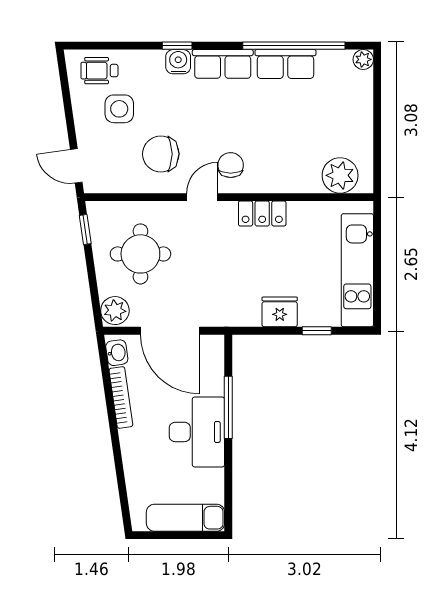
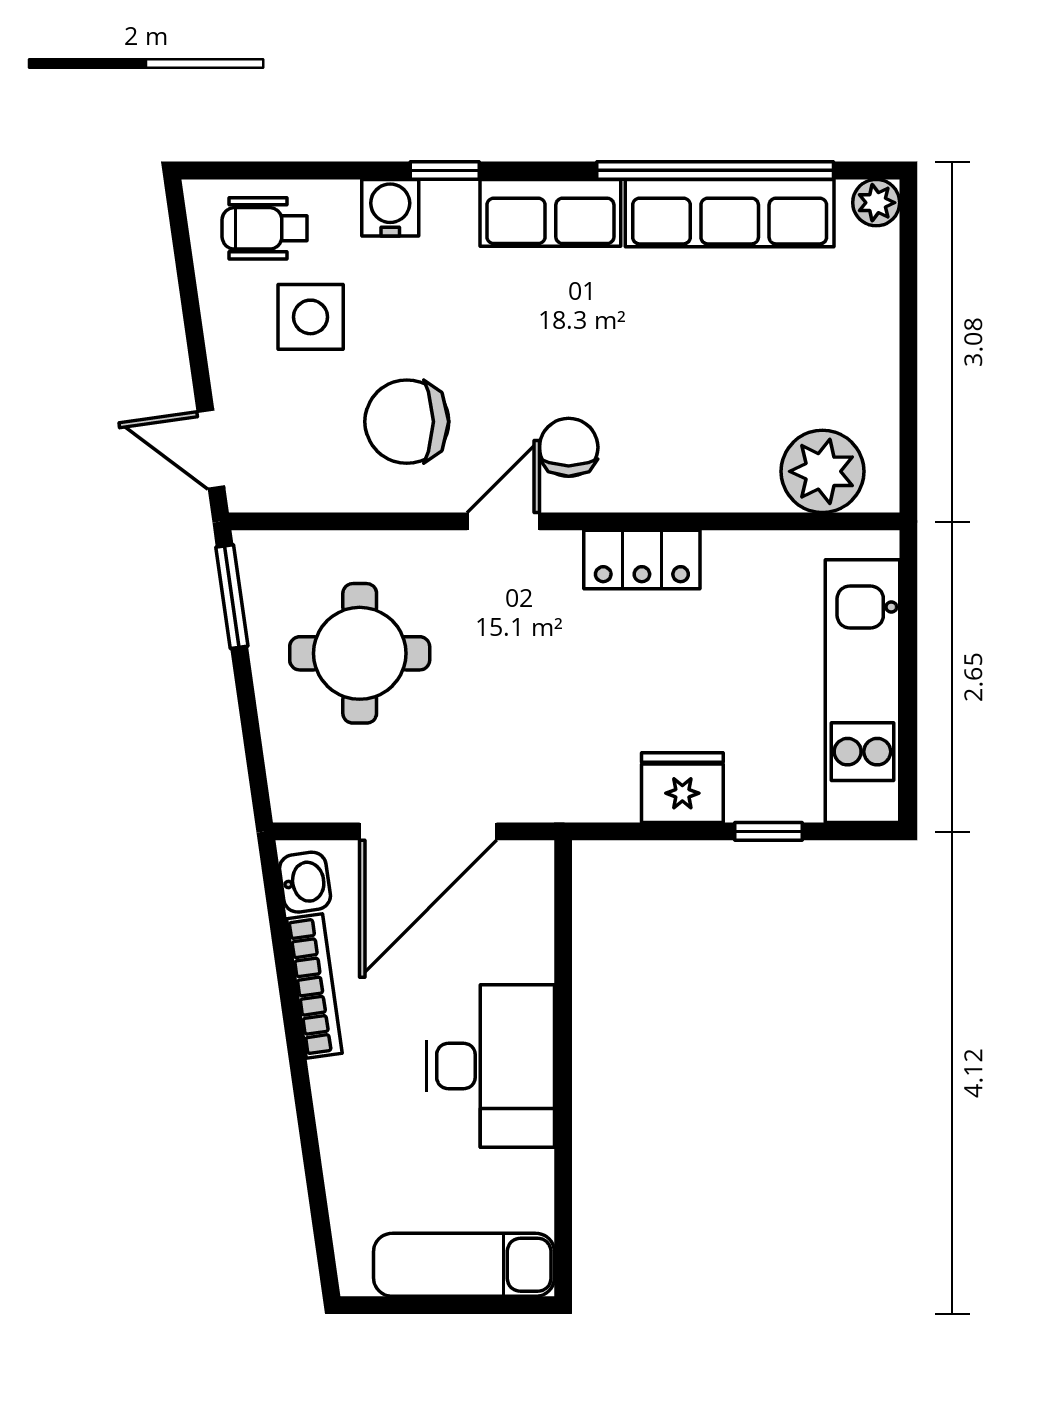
water cooler: (178, 62) -> (390, 208), moved
row of seats: (285, 64) -> (730, 213), width x1.48
window: (85, 229) -> (232, 597), width x1.50
plant: (115, 311) -> (301, 785), removed
door: (170, 331) -> (428, 831), hinge flipped
window: (228, 407) -> (563, 1009), removed

